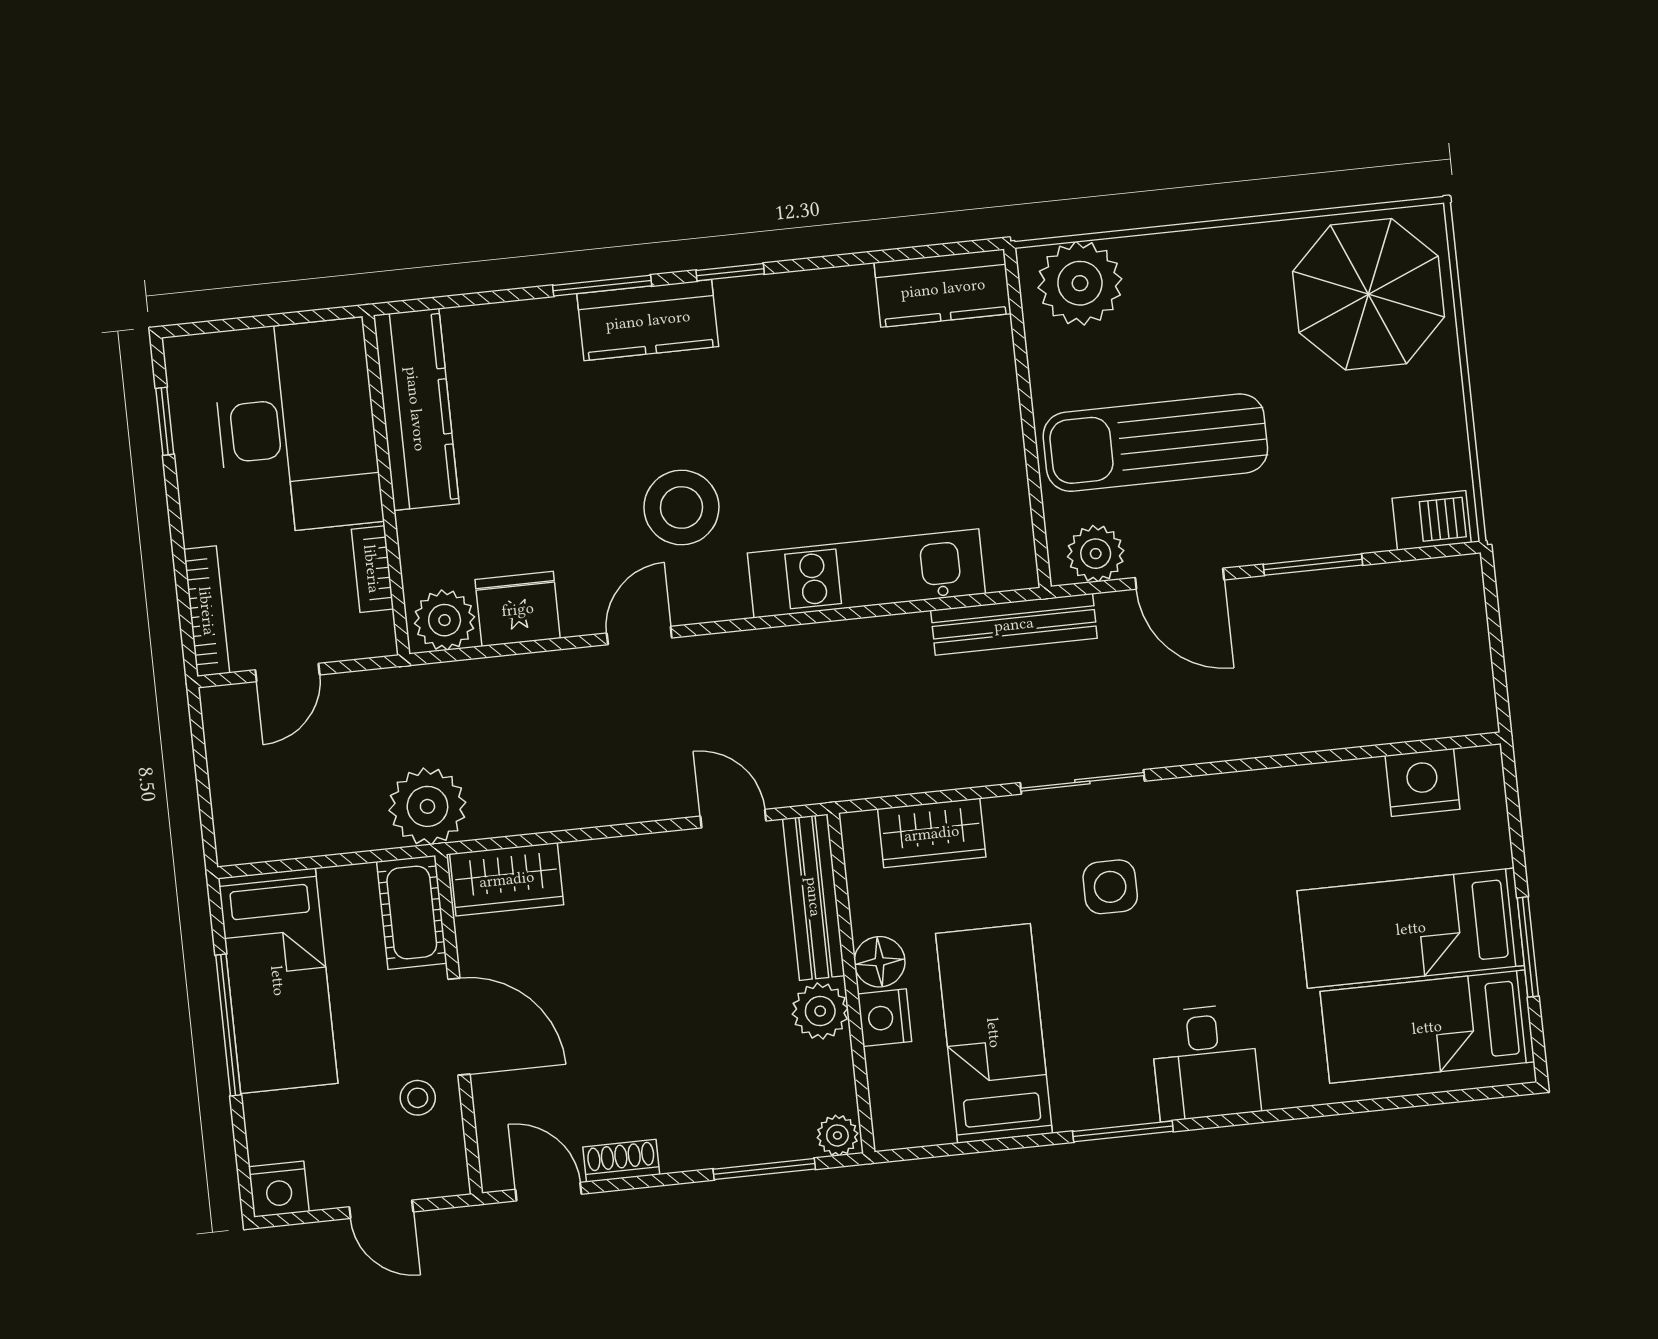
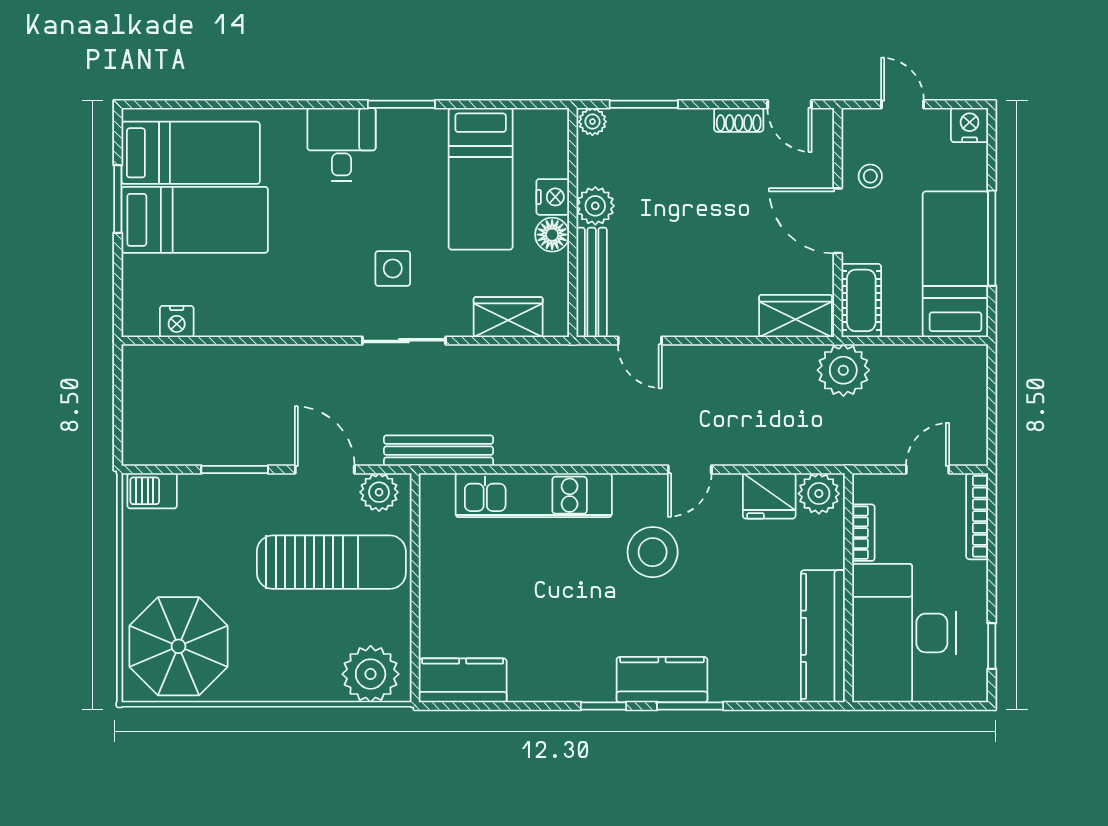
nightstand: (1422, 782) -> (177, 321), width x0.74, depth x0.75

